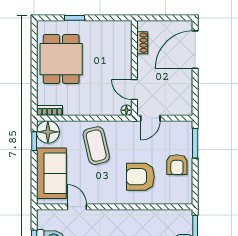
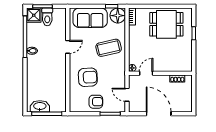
door: (195, 50) -> (159, 114), moved
door: (150, 118) -> (127, 95), moved
armchair: (177, 165) -> (96, 102), turned 180
armchair: (140, 177) -> (88, 77), turned 87
door: (77, 207) -> (68, 47), moved

